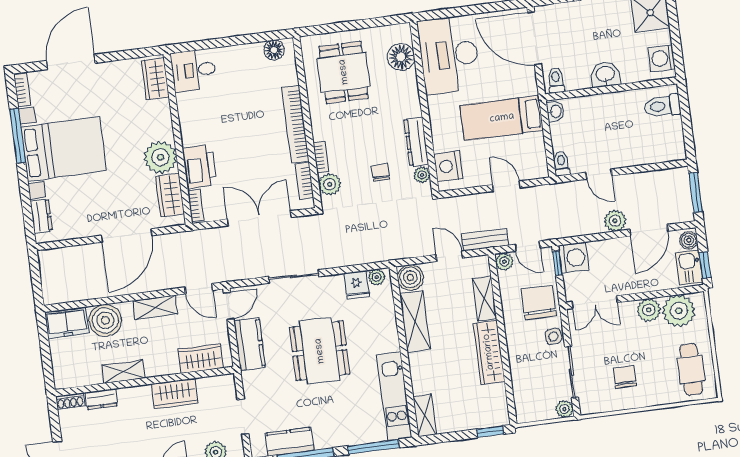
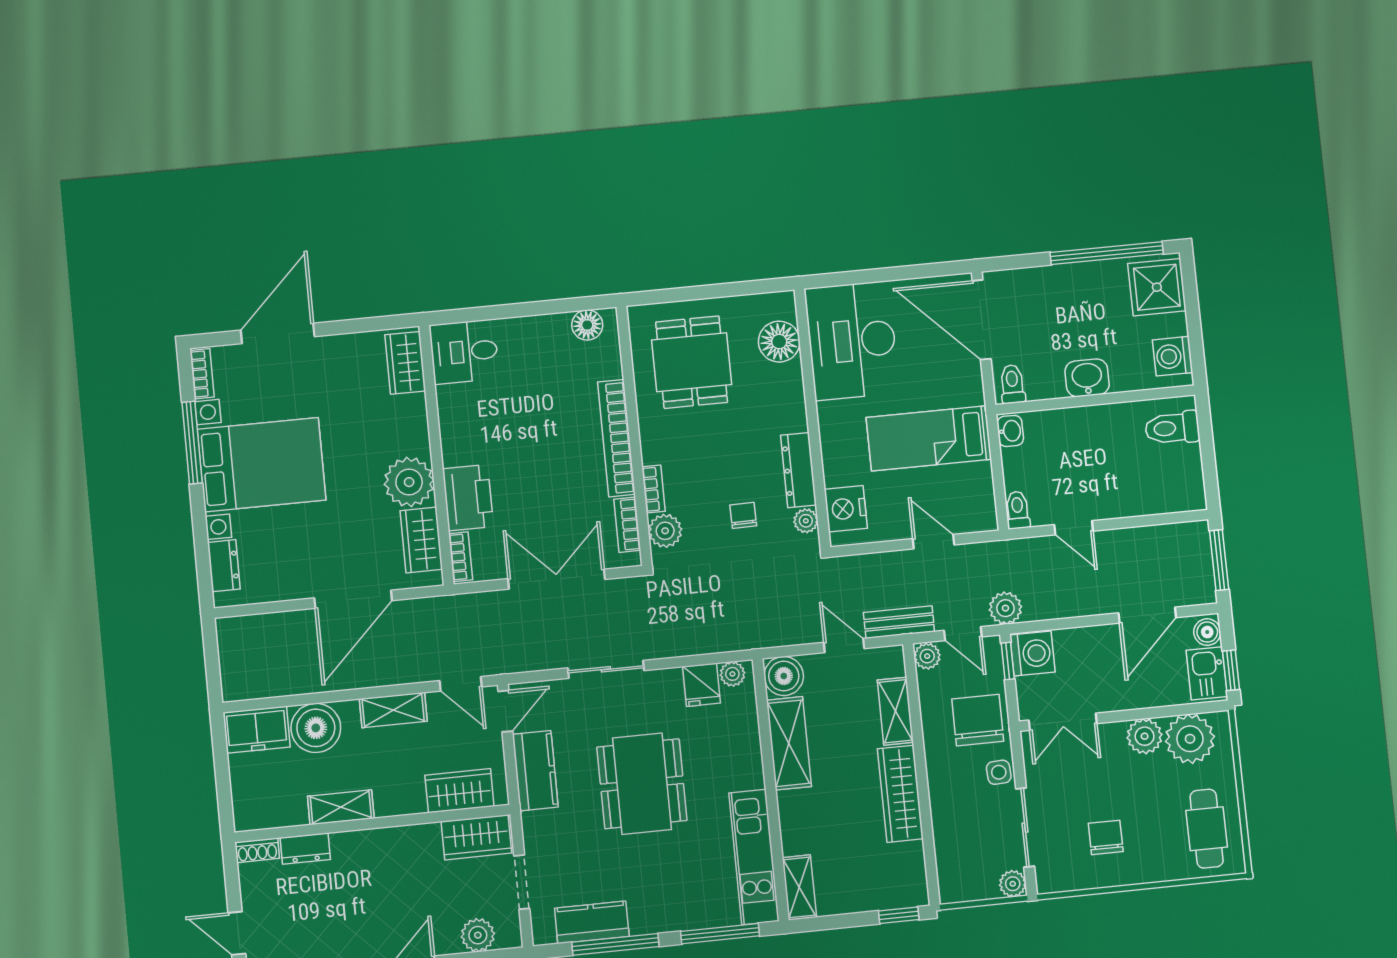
plant: (615, 221) -> (1005, 608), moved
wardrobe: (175, 393) -> (476, 837), moved

